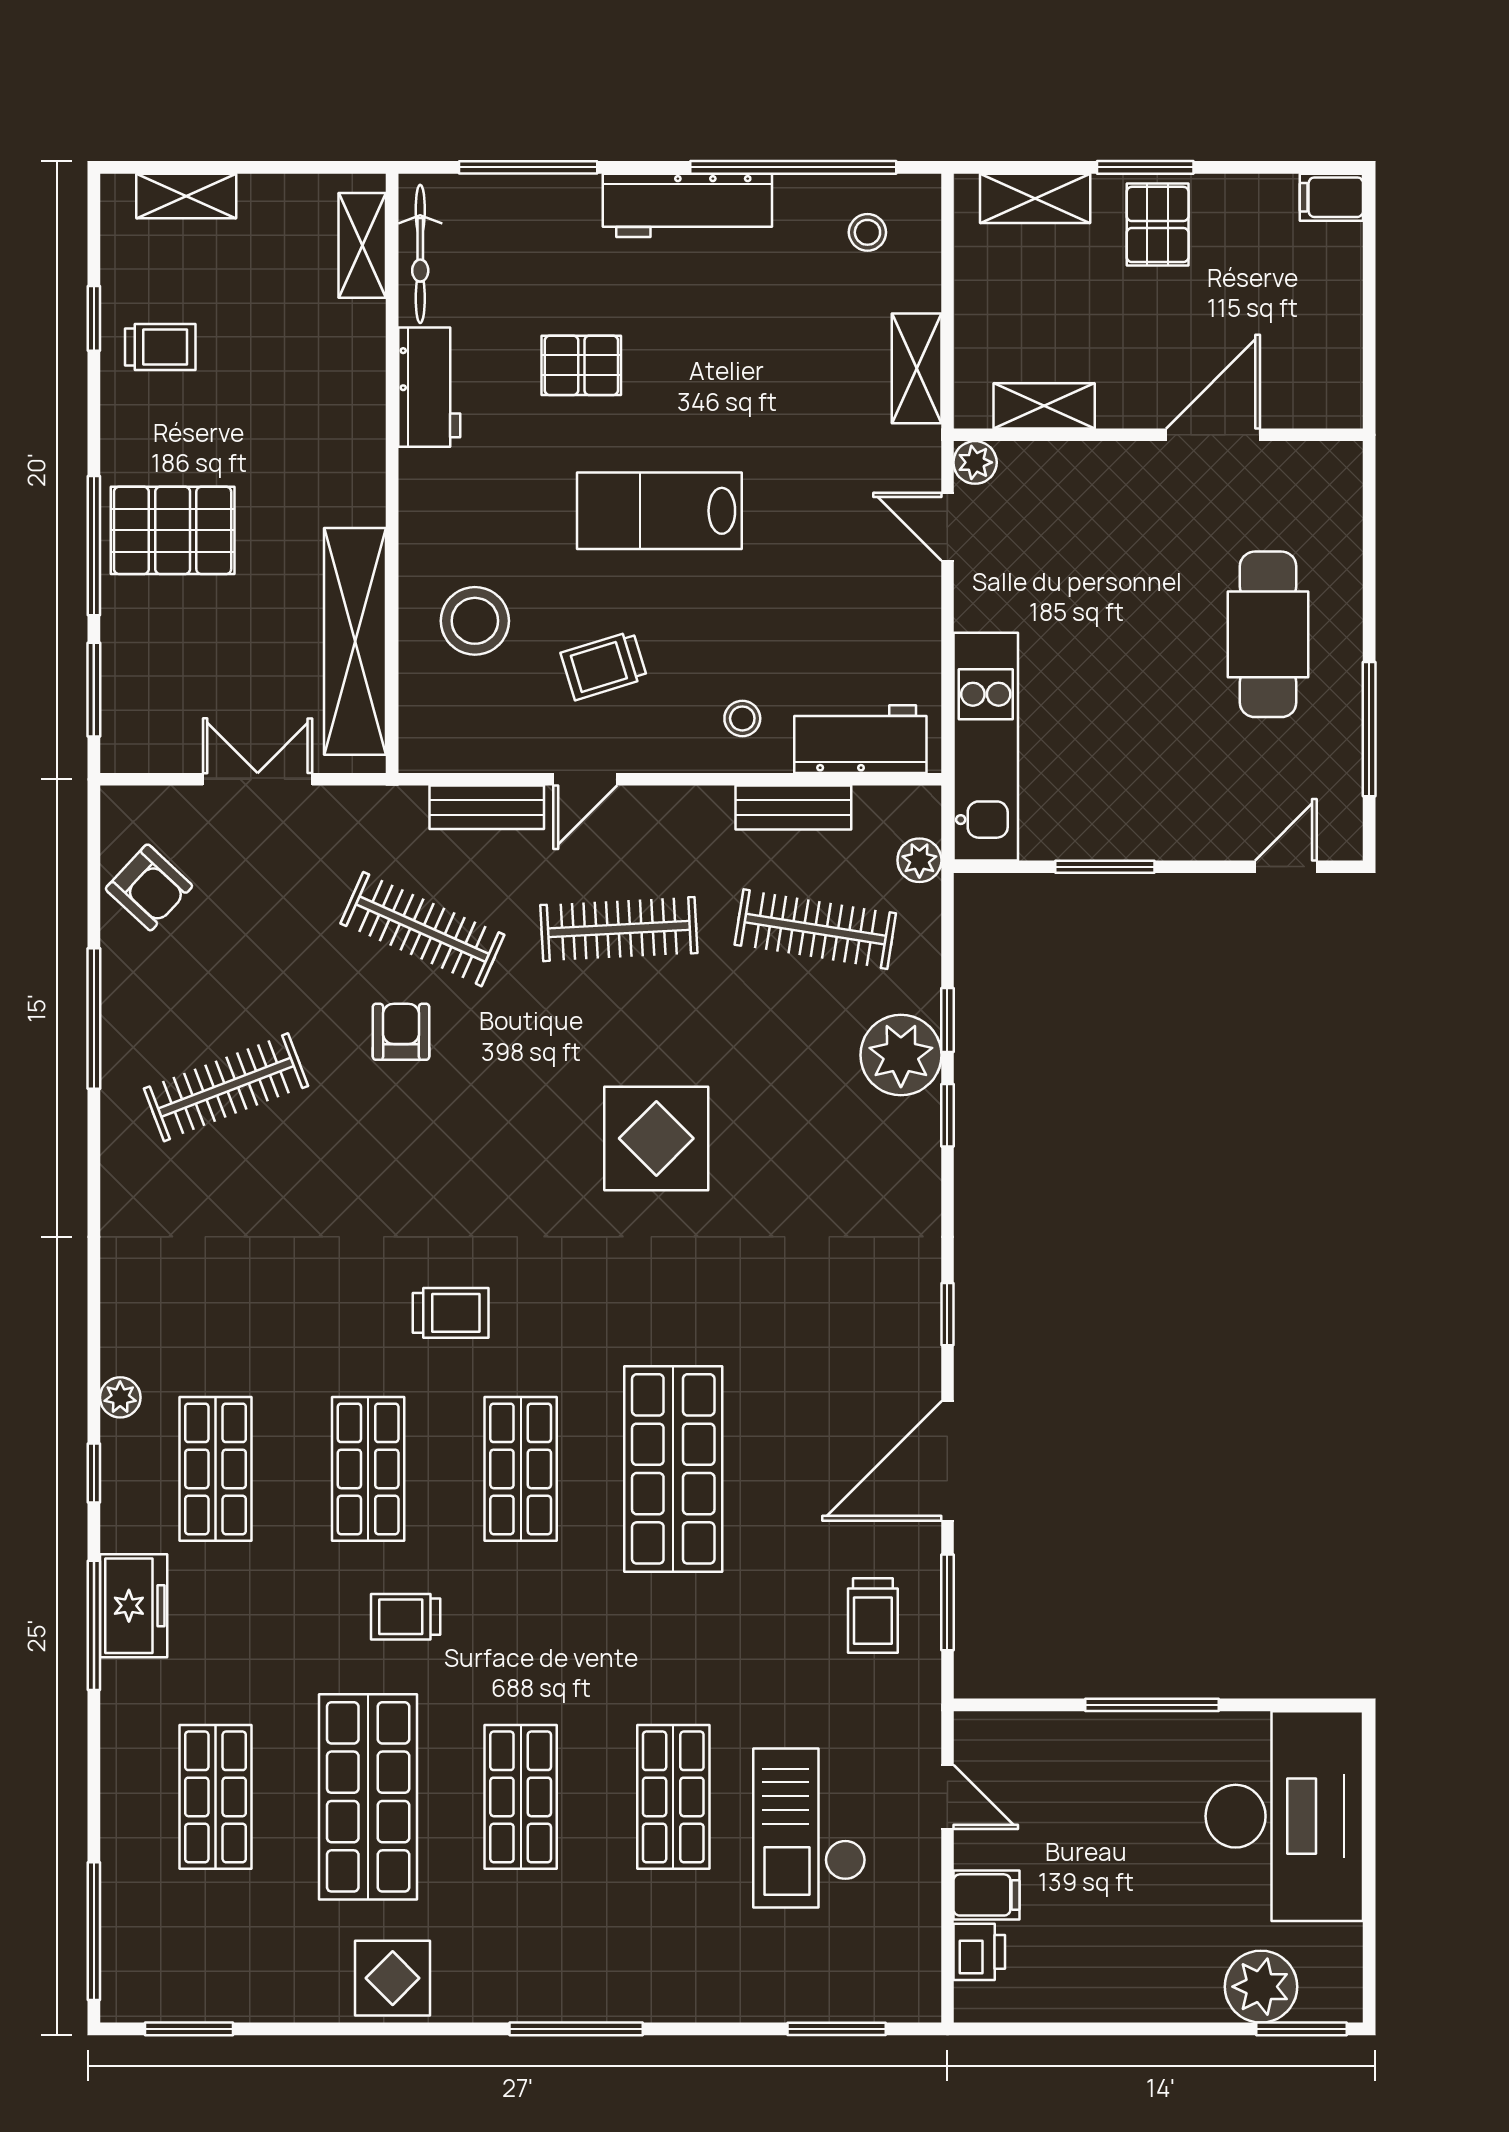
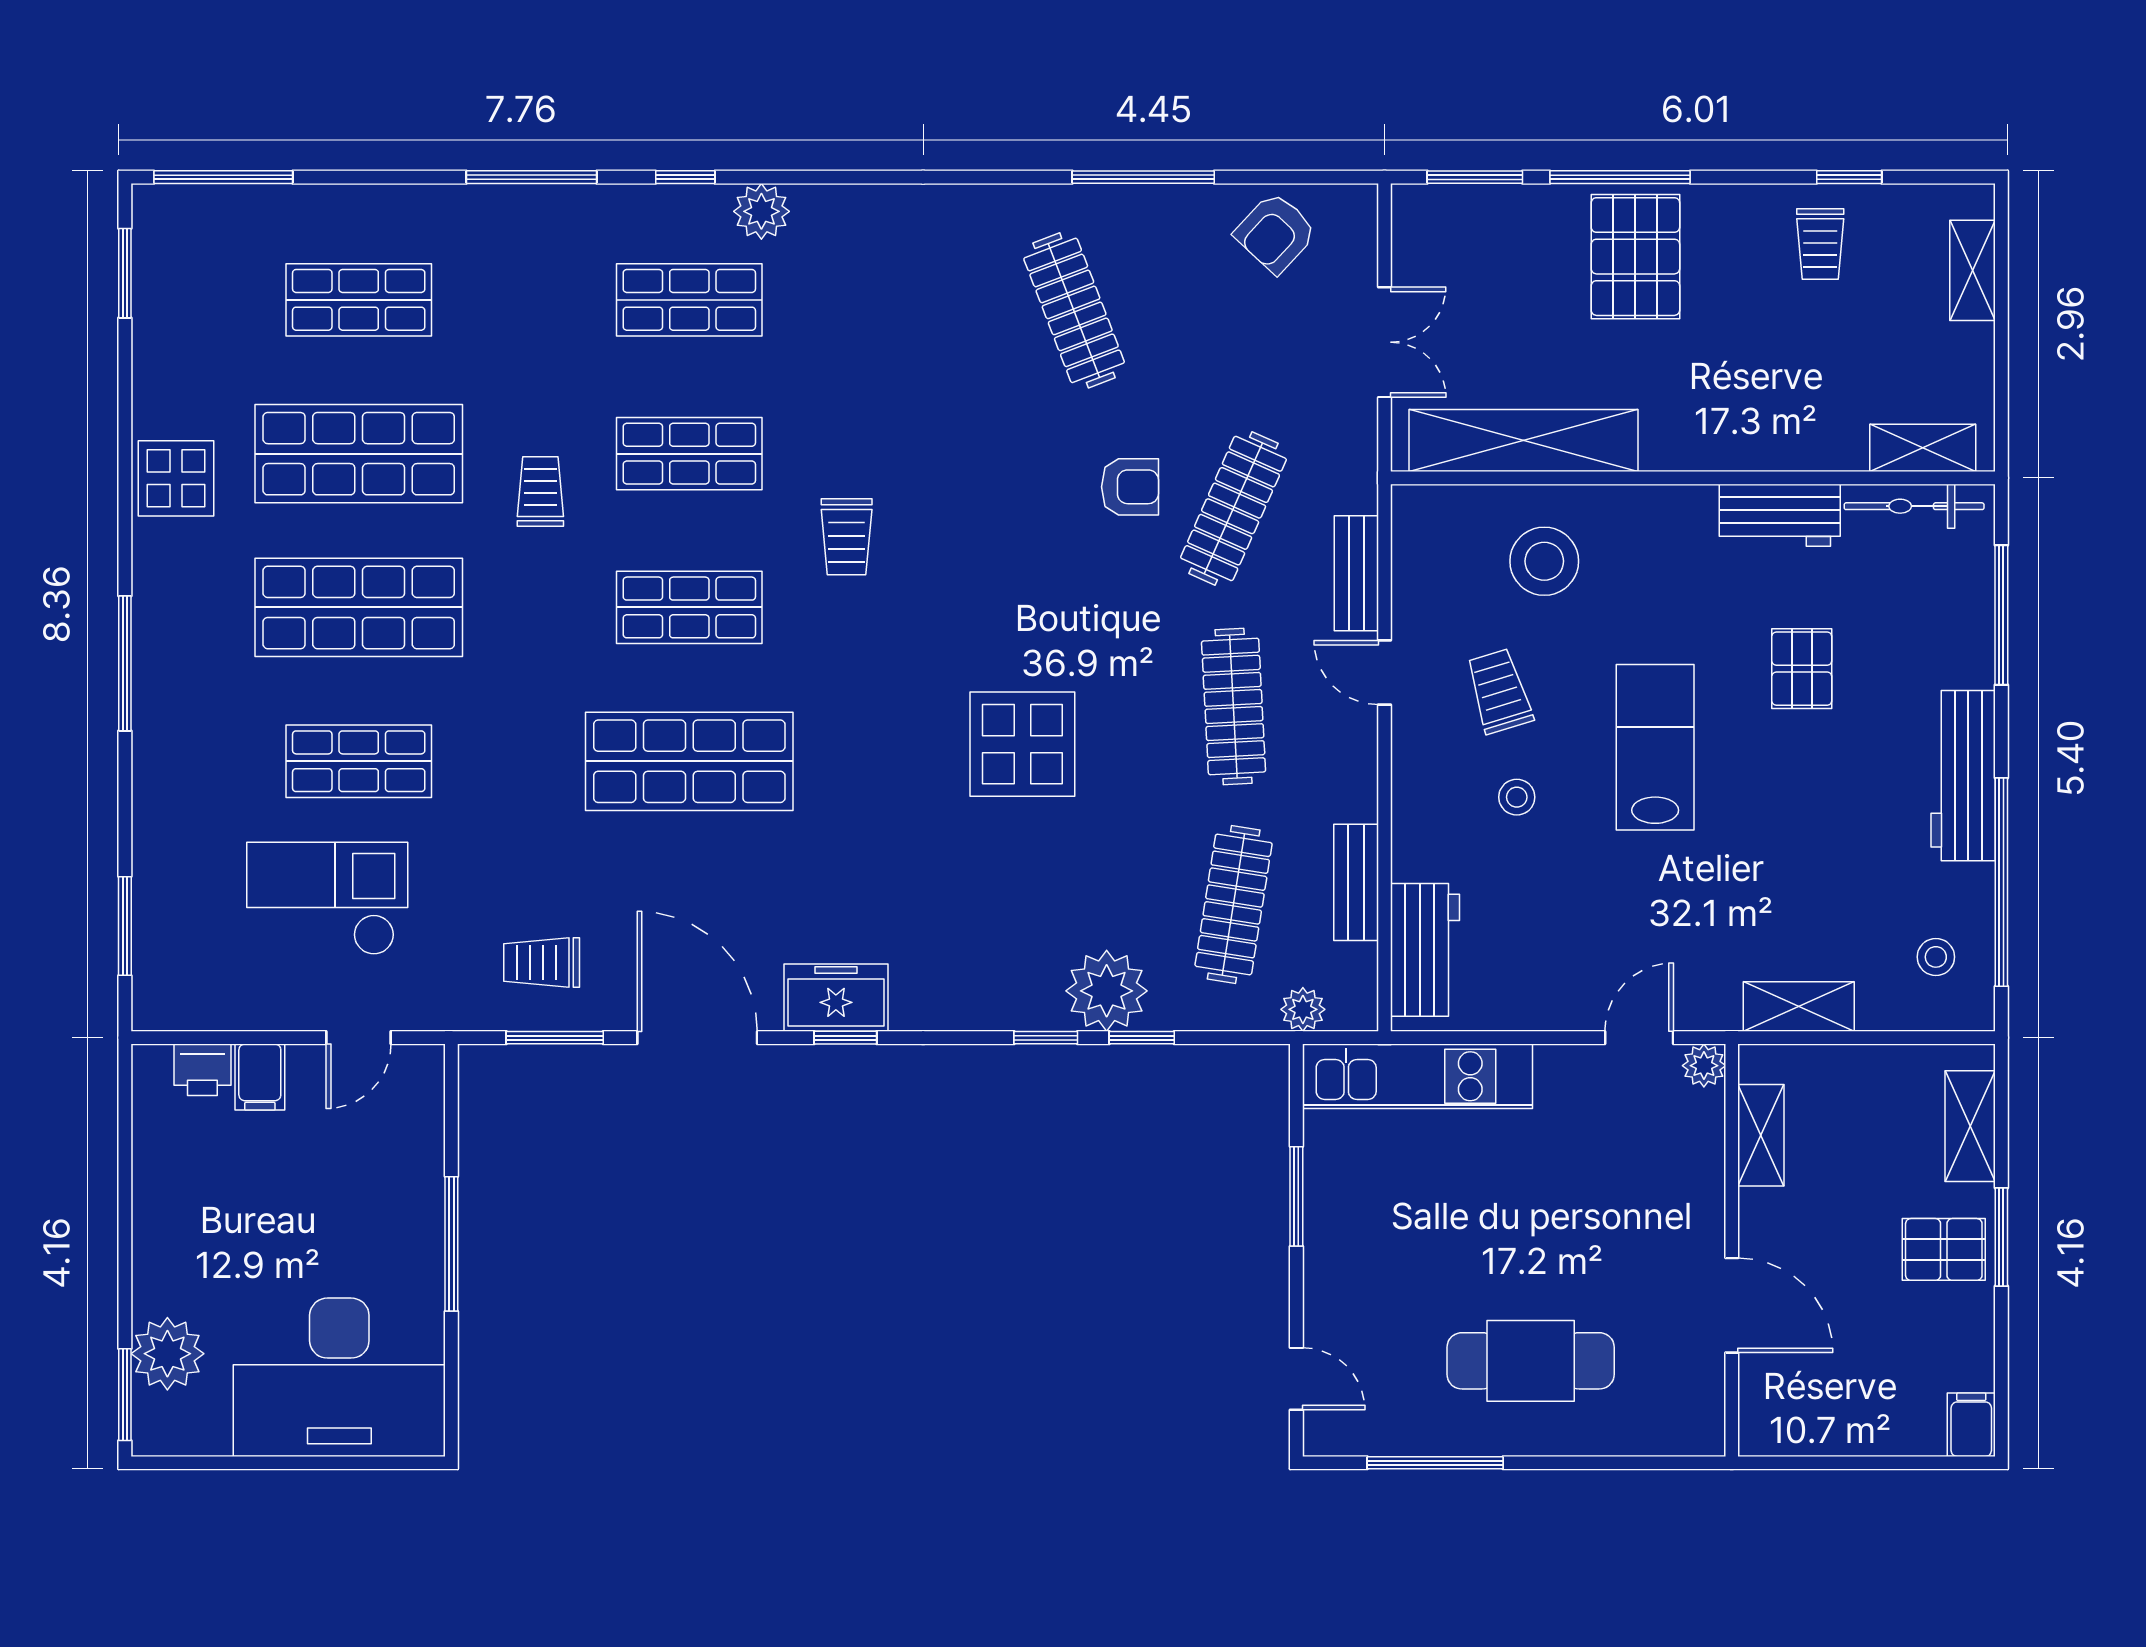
stool: (742, 718) -> (1517, 797), moved
plant: (120, 1397) -> (761, 211), width x1.38, depth x1.38
freezer: (134, 1606) -> (836, 998), moved, turned 180
shop shelf: (521, 1797) -> (359, 607), width x1.43, depth x1.36

